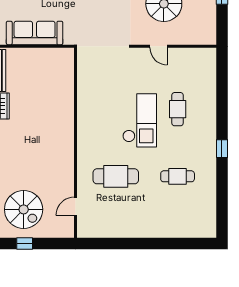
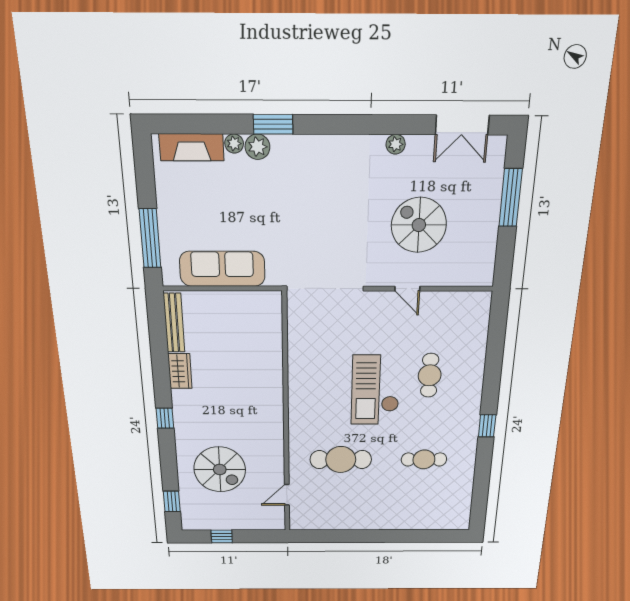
checkout: (140, 120) -> (375, 390), turned 180
spiral stairs: (24, 209) -> (220, 469), moved

